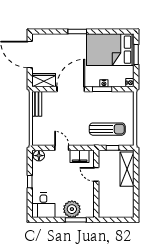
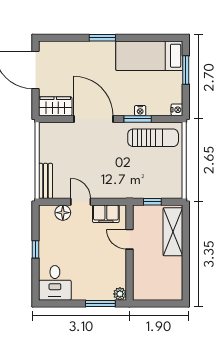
bed: (110, 50) -> (149, 56), width x0.67
door: (71, 89) -> (93, 119), hinge flipped
bench: (37, 104) -> (45, 181), moved
sun lounger: (107, 129) -> (153, 138), moved
floor lamp: (39, 156) -> (63, 213), moved
plant: (72, 209) -> (120, 294), moved, width x0.53, depth x0.53

